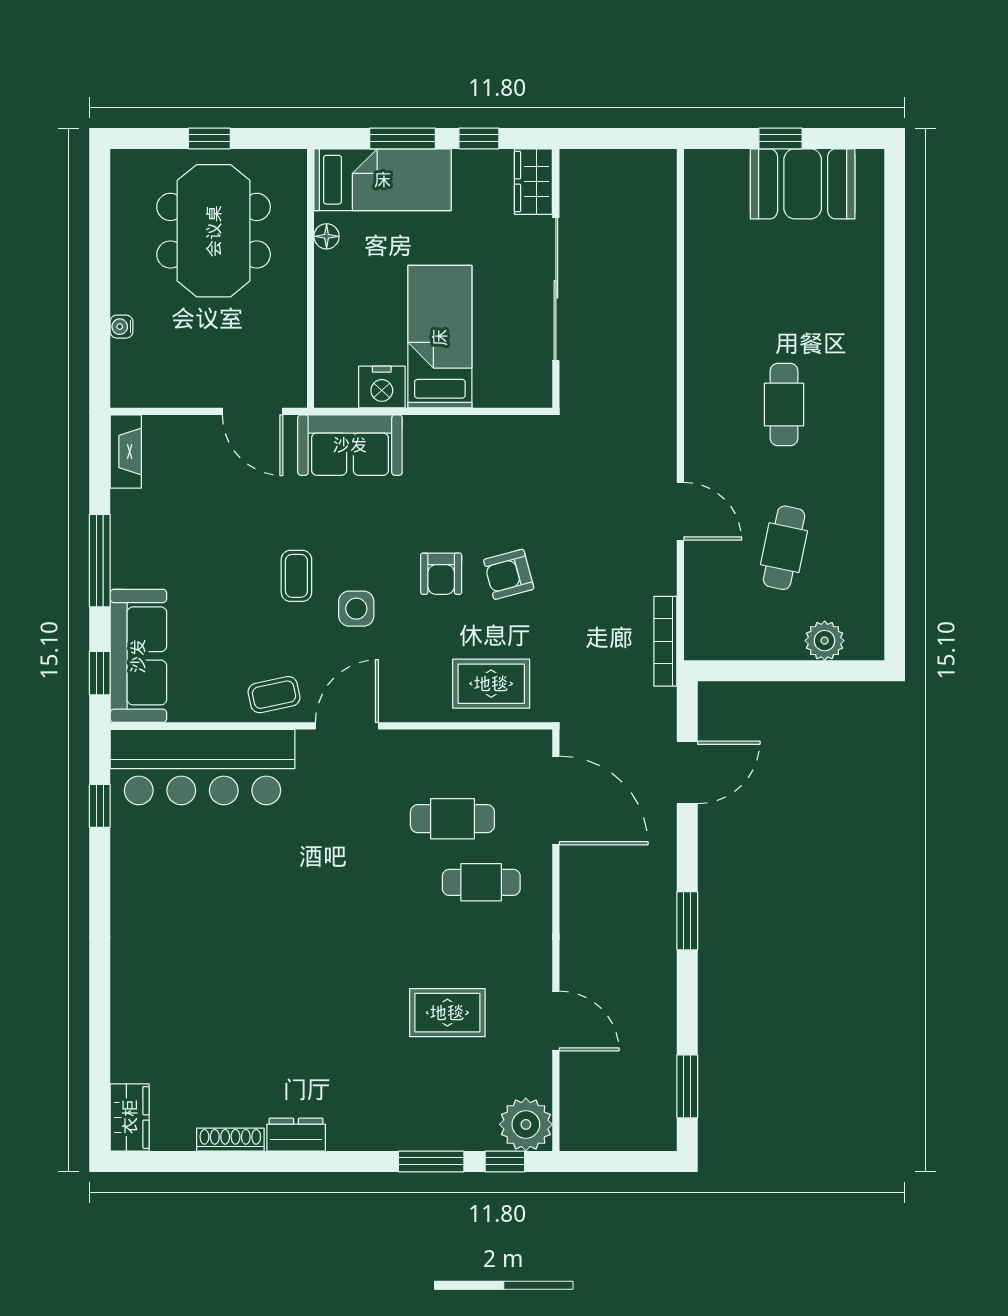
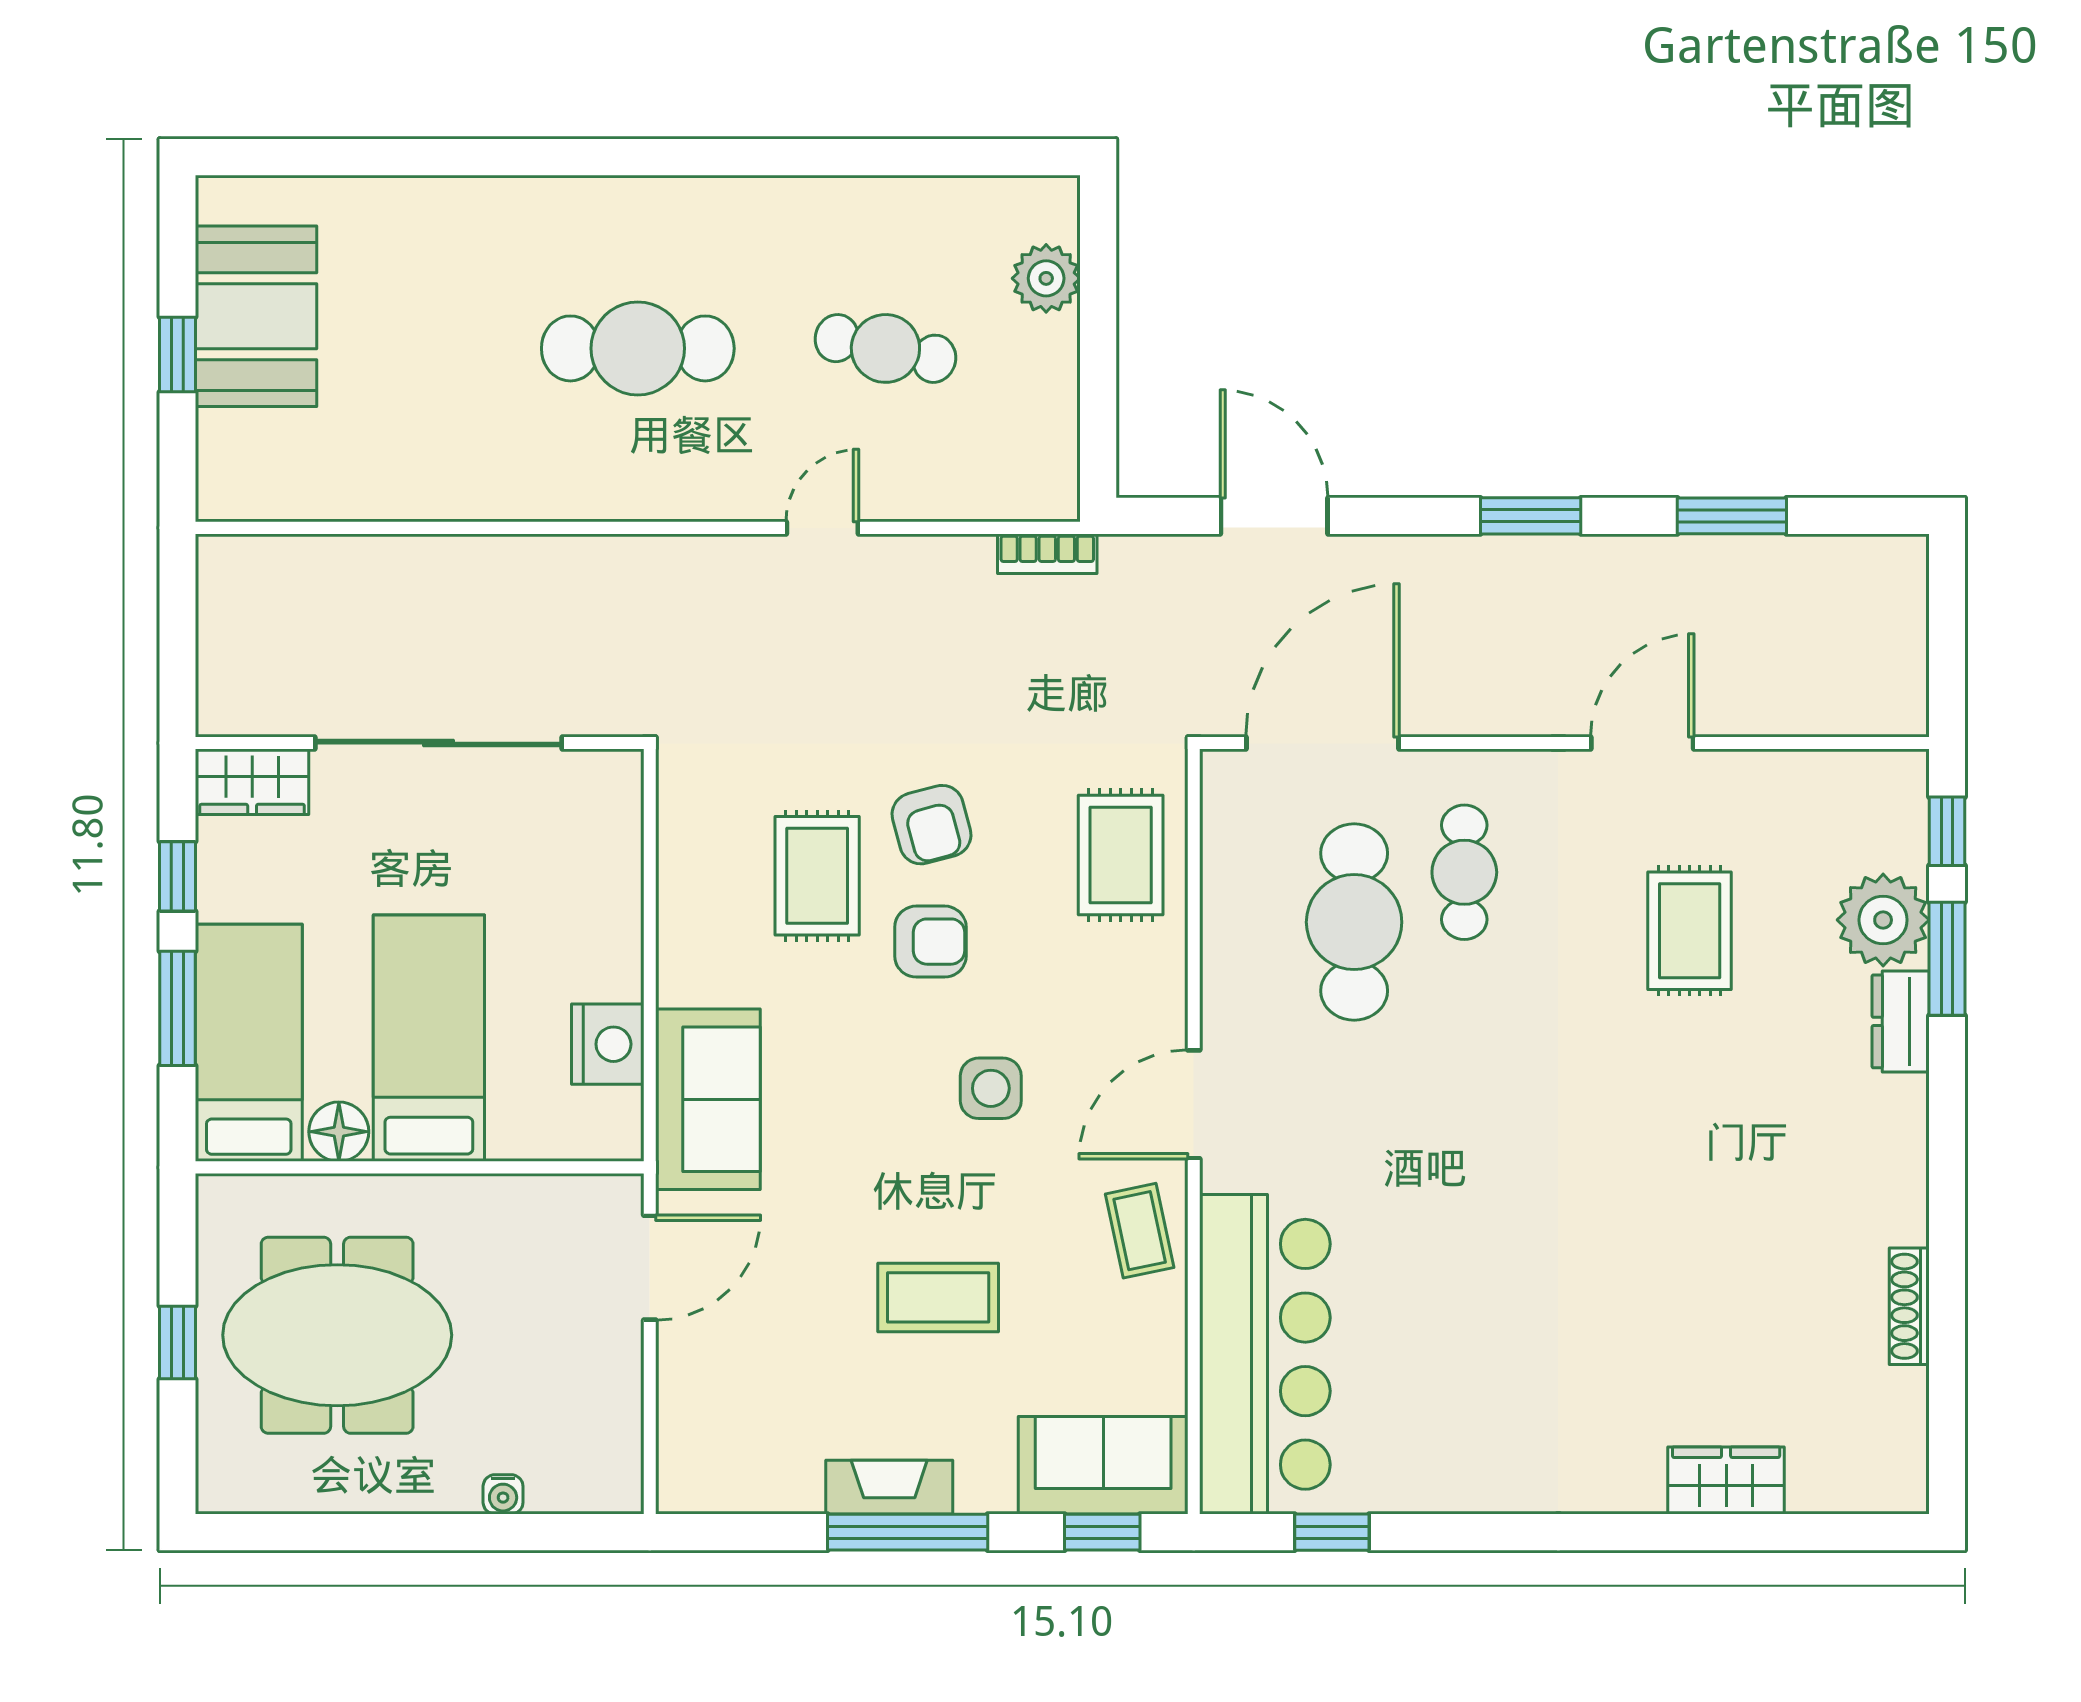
floor lamp: (327, 236) -> (339, 1132), width x1.37, depth x1.37
bed: (440, 337) -> (429, 1038), moved, turned 90
cafe table: (784, 405) -> (638, 348), width x1.37, depth x1.35
fireplace: (126, 452) -> (889, 1487), moved
rug: (479, 508) -> (817, 876), added
door: (680, 511) -> (822, 528), width x0.73
coffee table: (296, 576) -> (938, 1297), moved, width x1.36, depth x1.30
bookcase: (665, 641) -> (1047, 554), width x0.64
sofa: (138, 656) -> (1103, 1465), width x0.73
door: (347, 726) -> (1194, 1104), hinge flipped
cafe table: (452, 819) -> (1354, 922), width x1.37, depth x1.35
door: (556, 1021) -> (1642, 743), moved
window: (687, 1086) -> (1732, 516), moved
wardrobe: (130, 1117) -> (1726, 1480), moved
plant: (526, 1124) -> (1883, 920), moved
dresser: (296, 1135) -> (1901, 1021), moved

